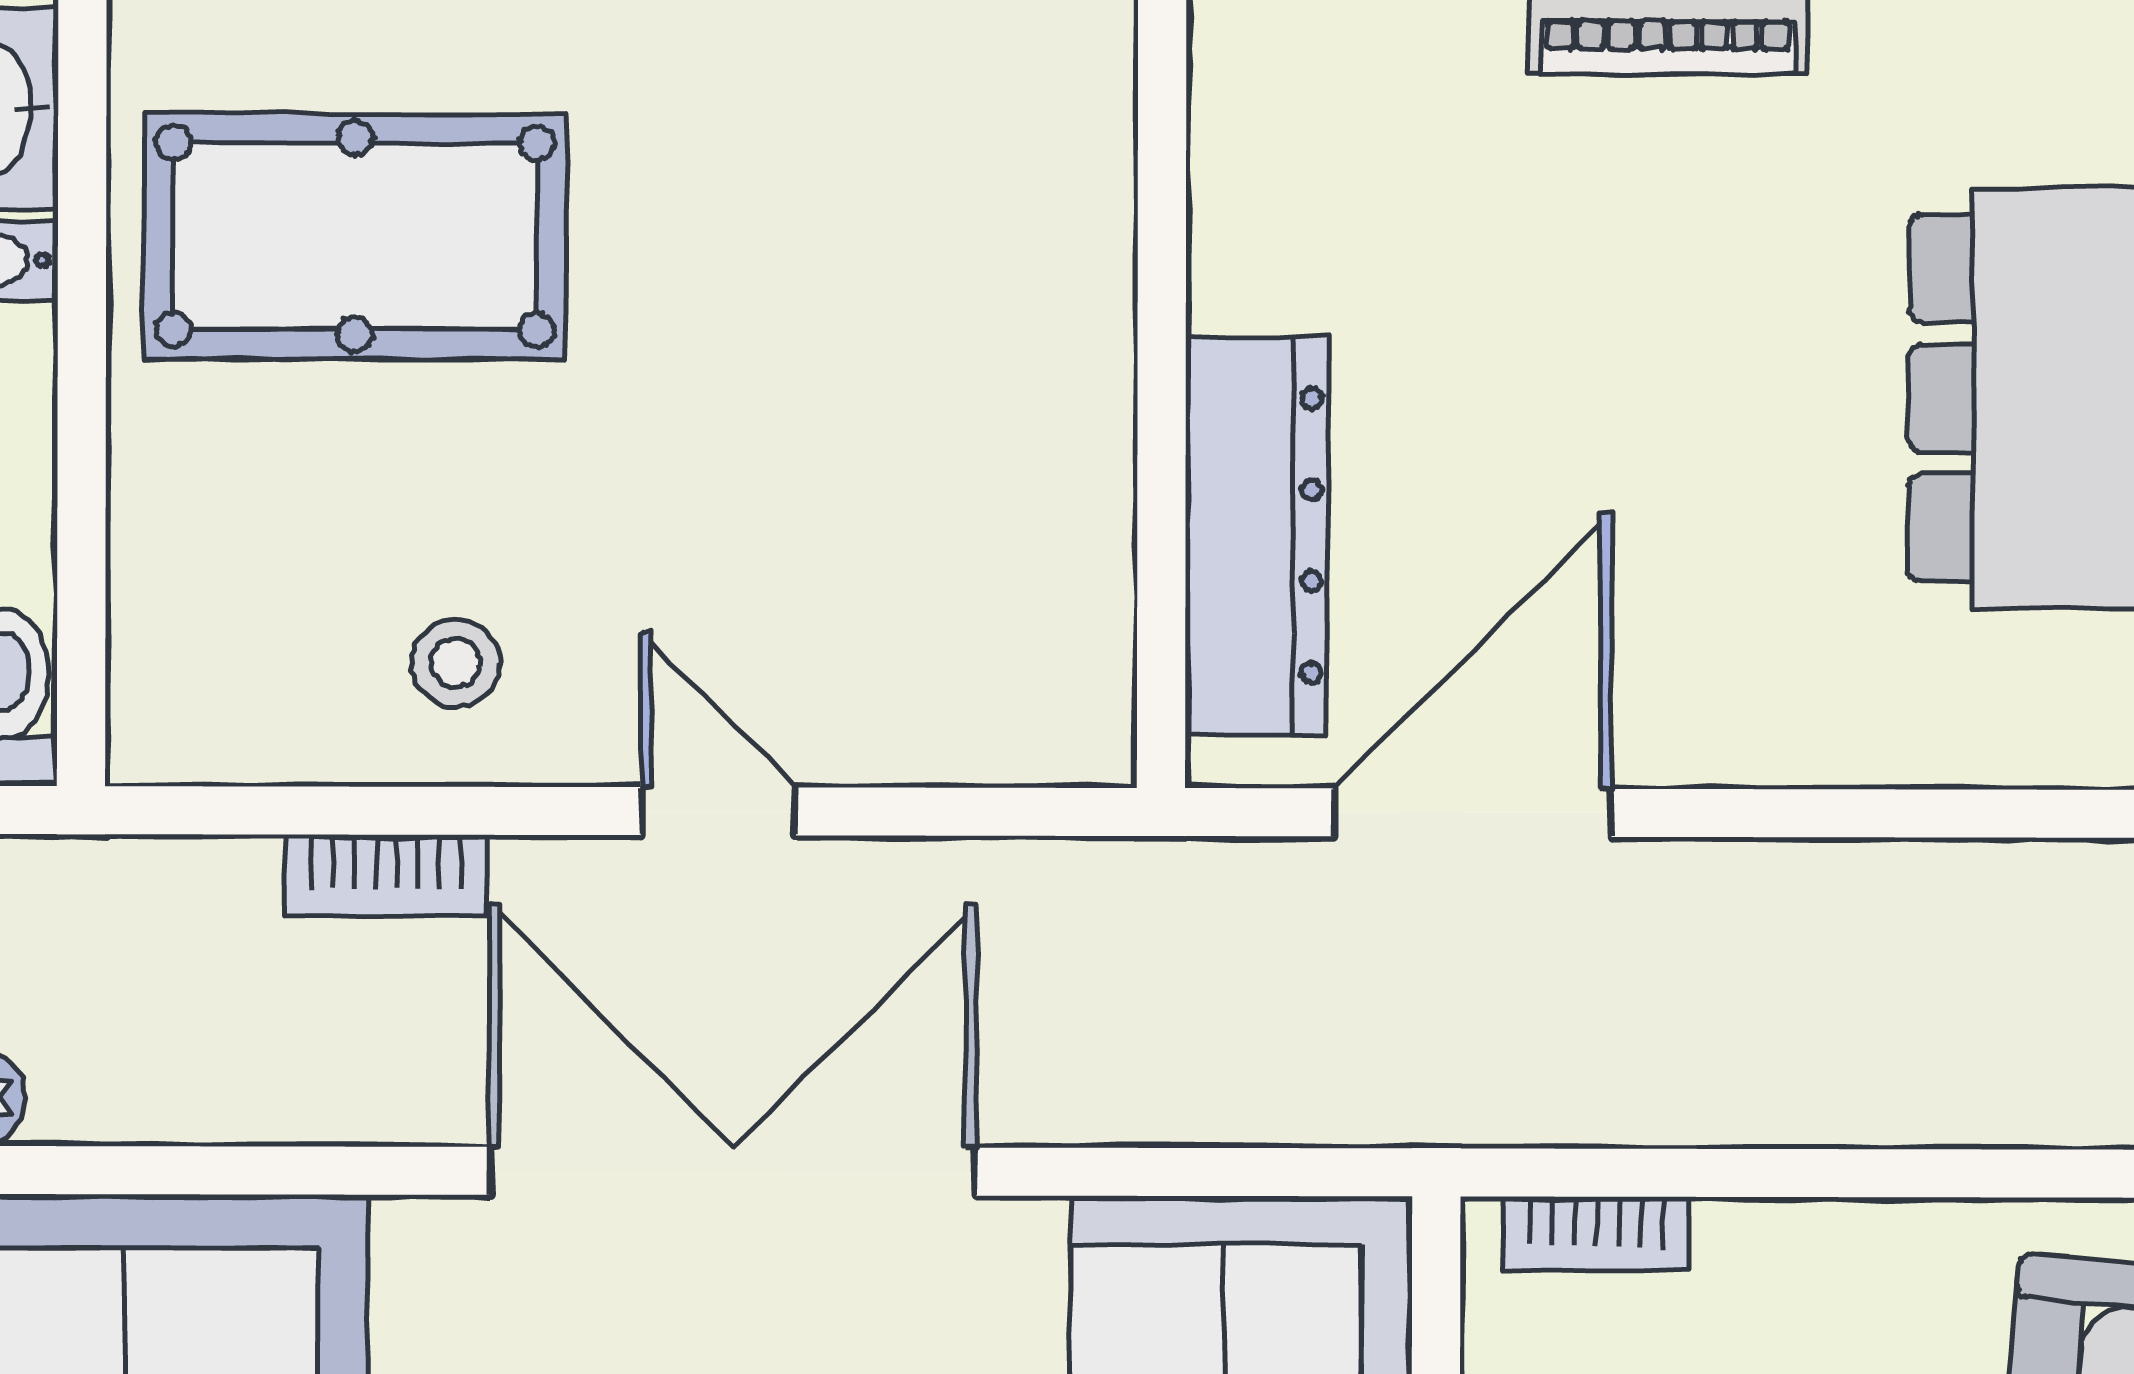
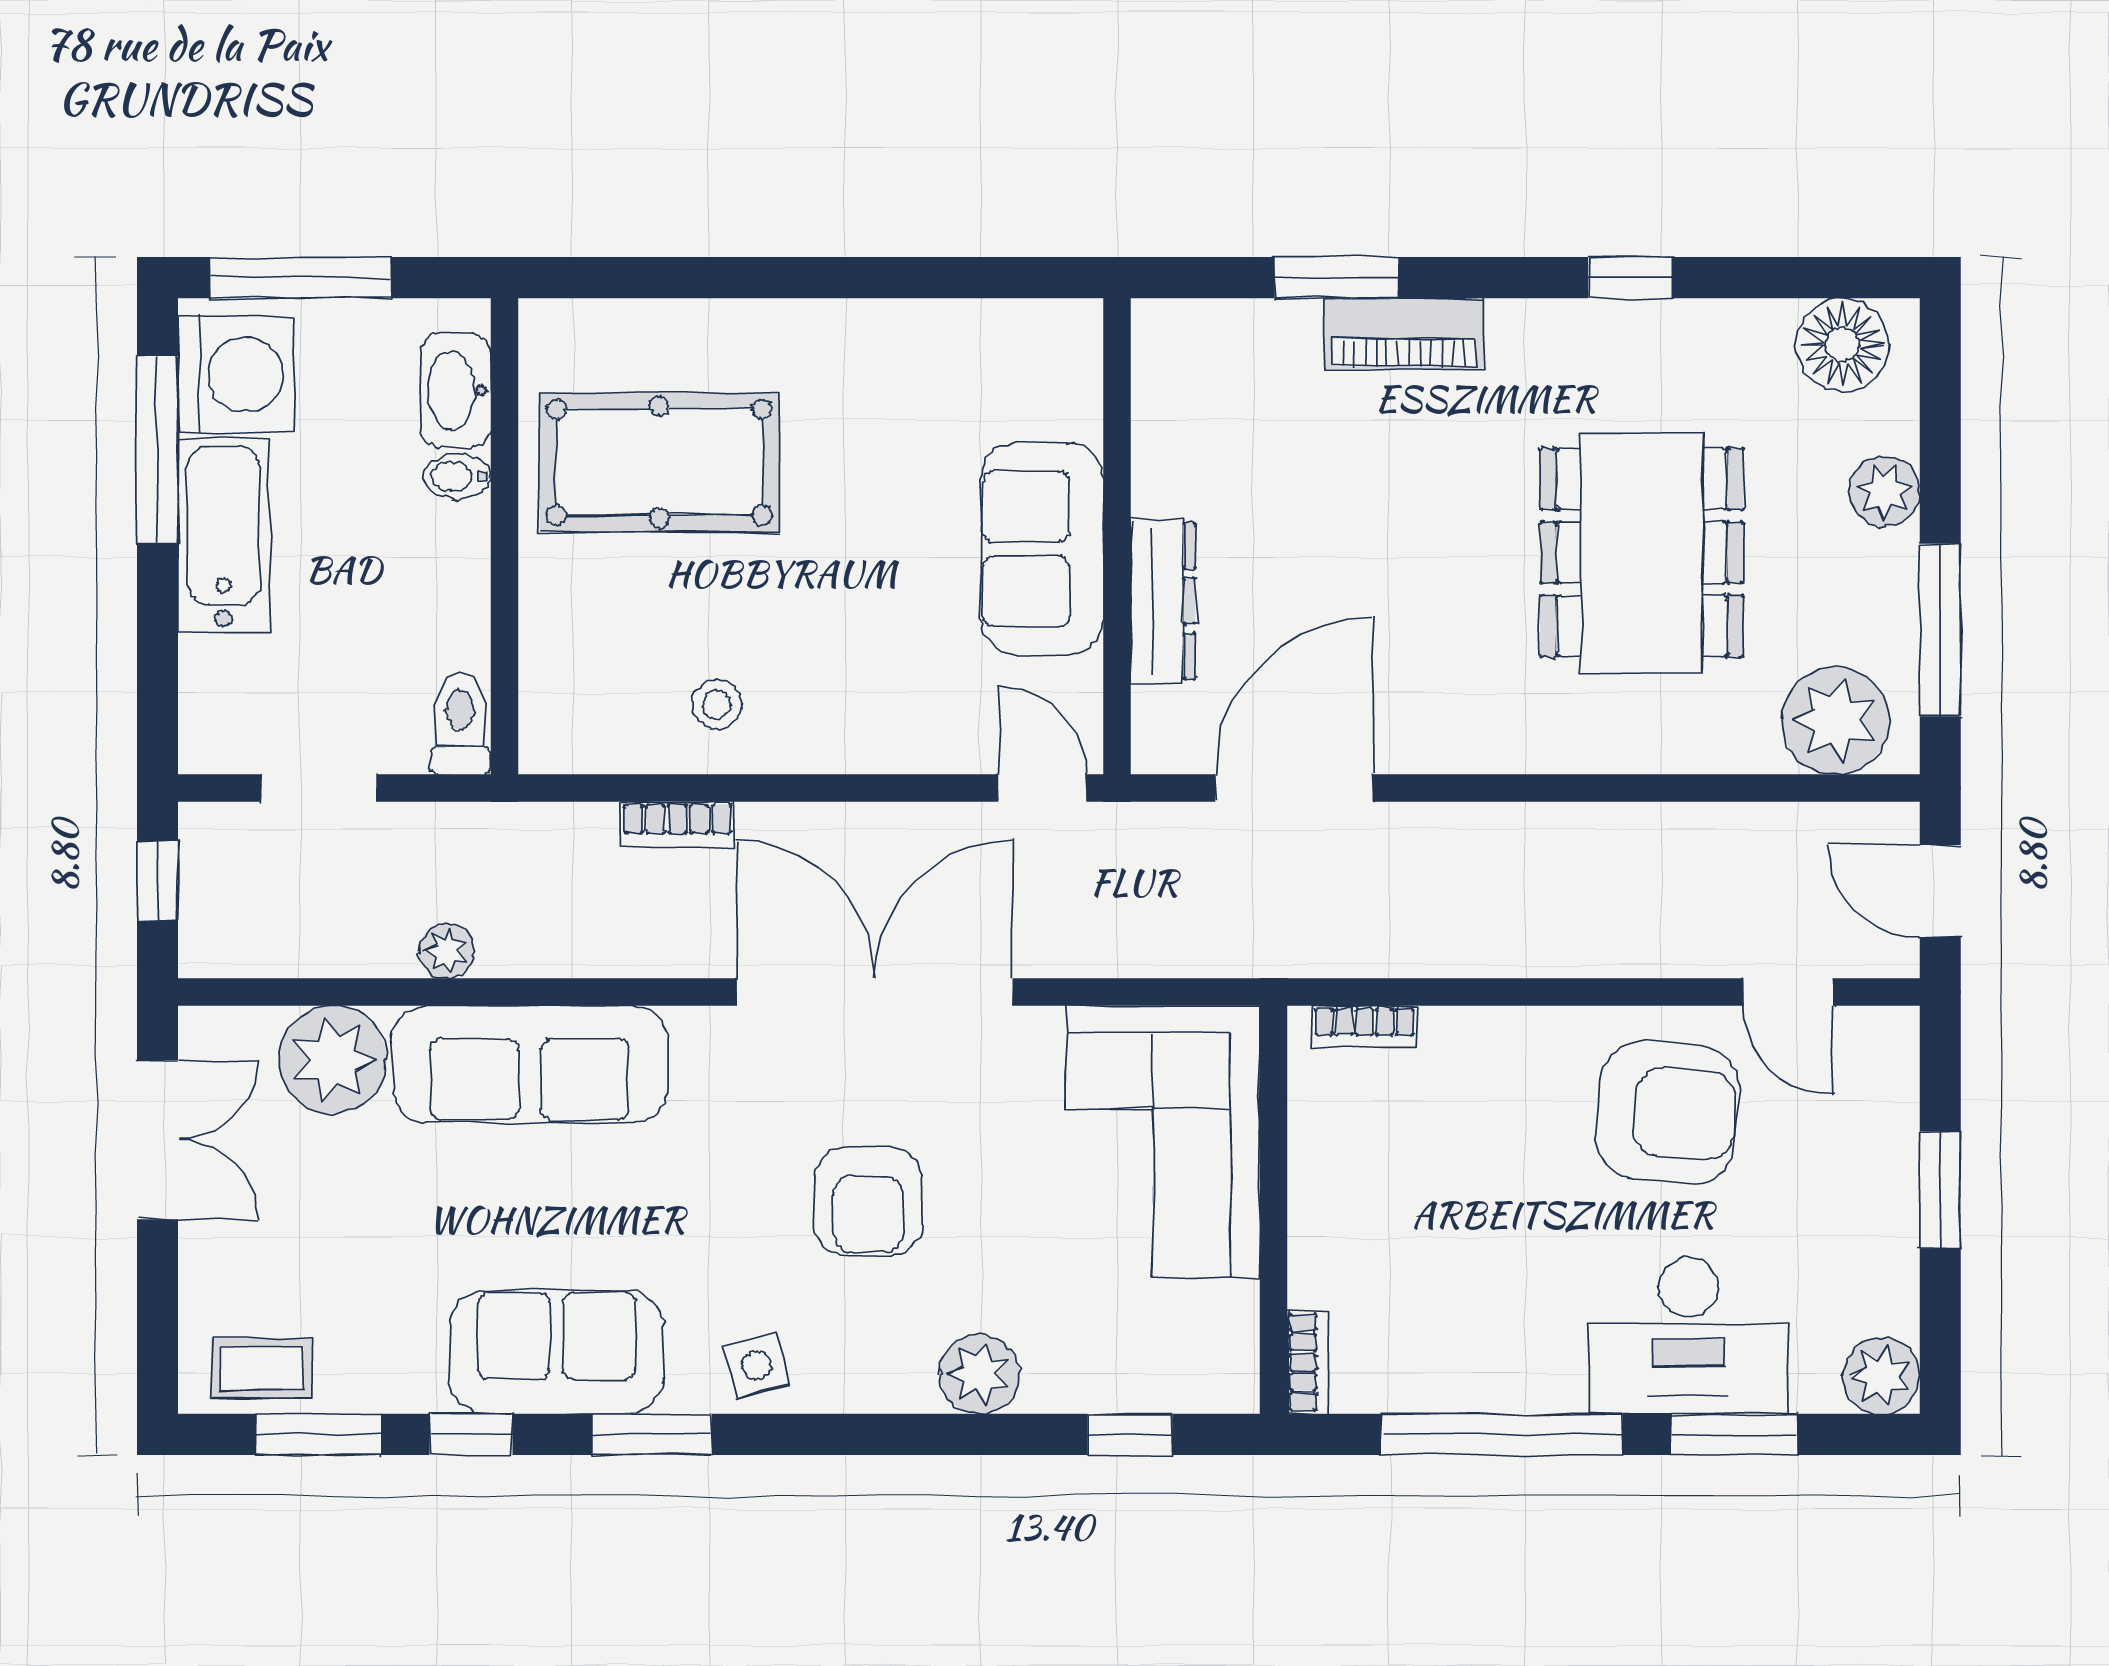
sofa: (1030, 390) -> (1042, 549), added
dresser: (1256, 536) -> (1163, 601), width x0.73, depth x0.80
door: (718, 811) -> (1042, 788), moved

